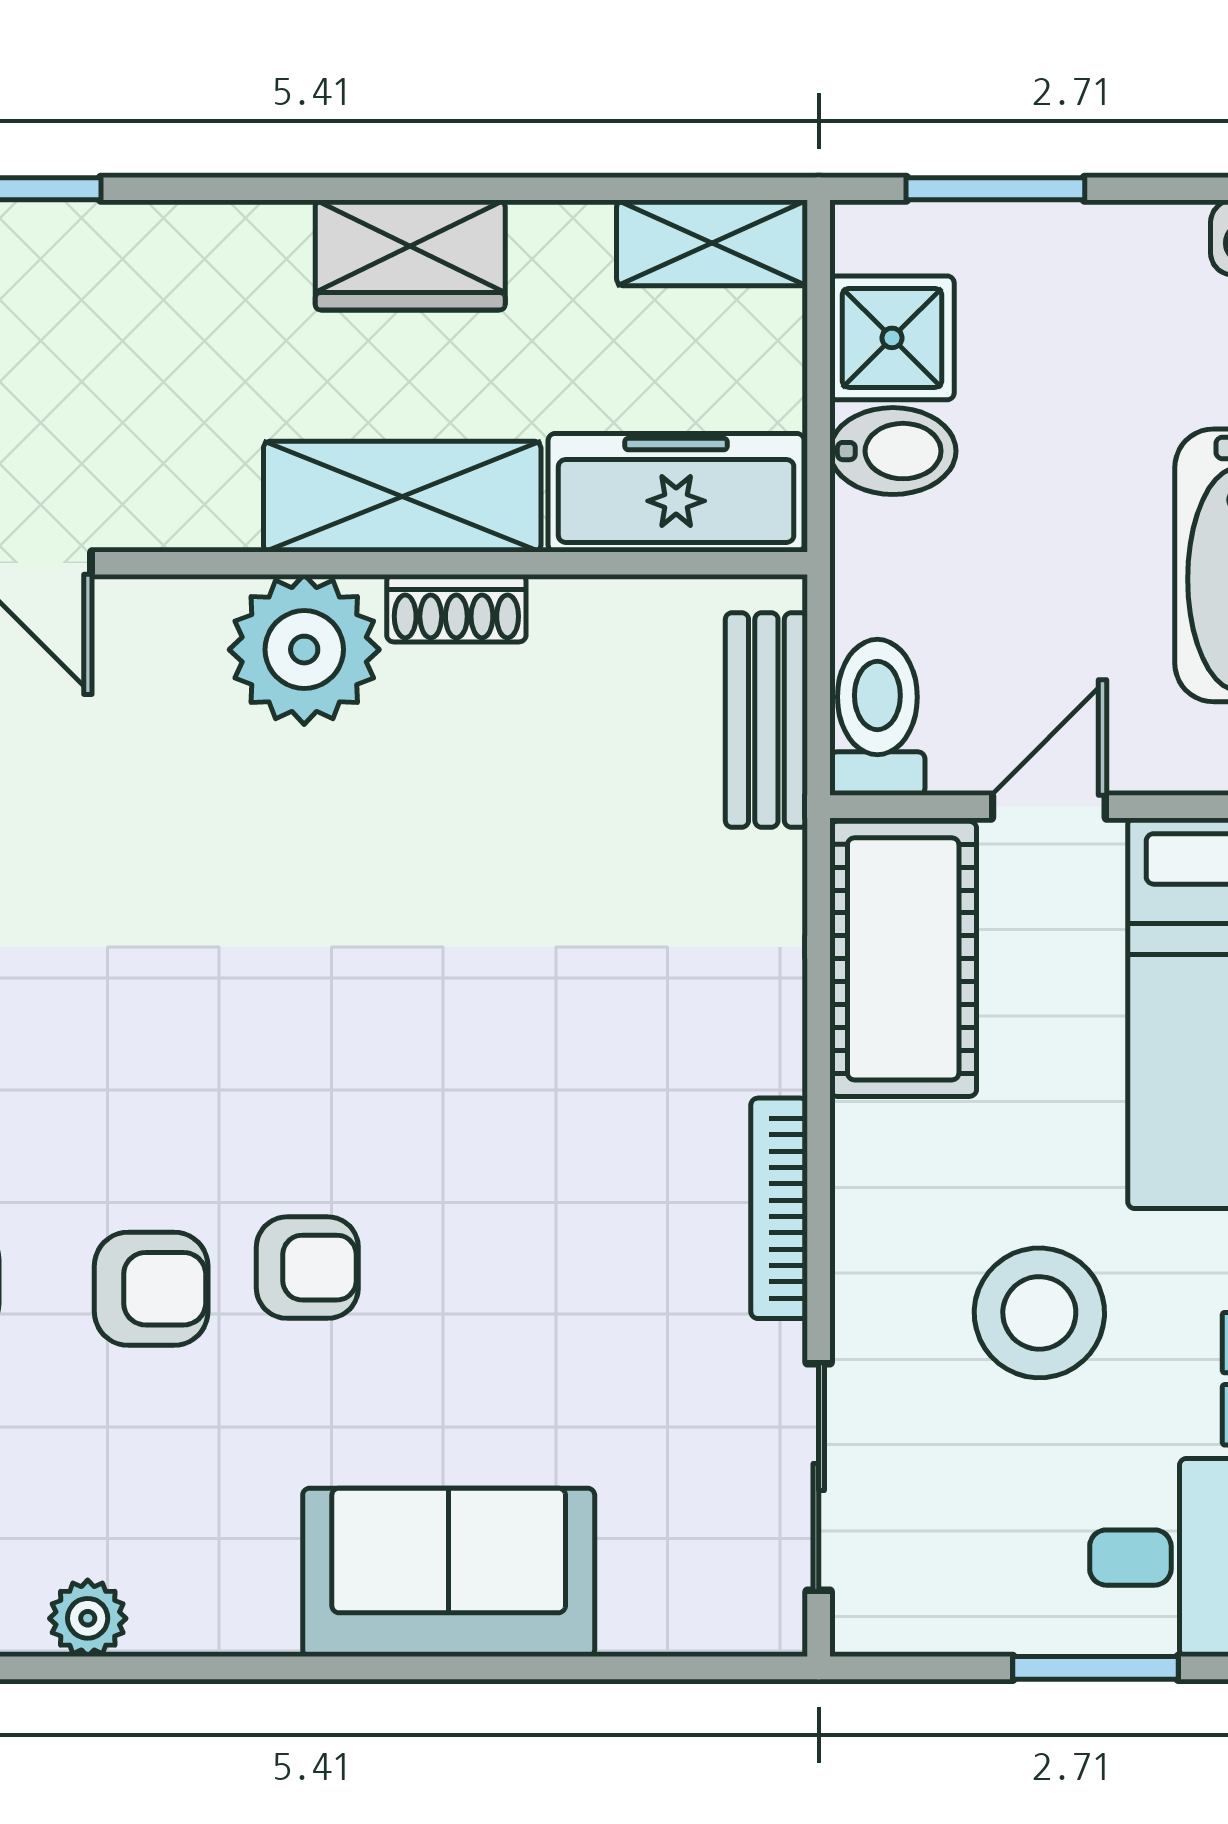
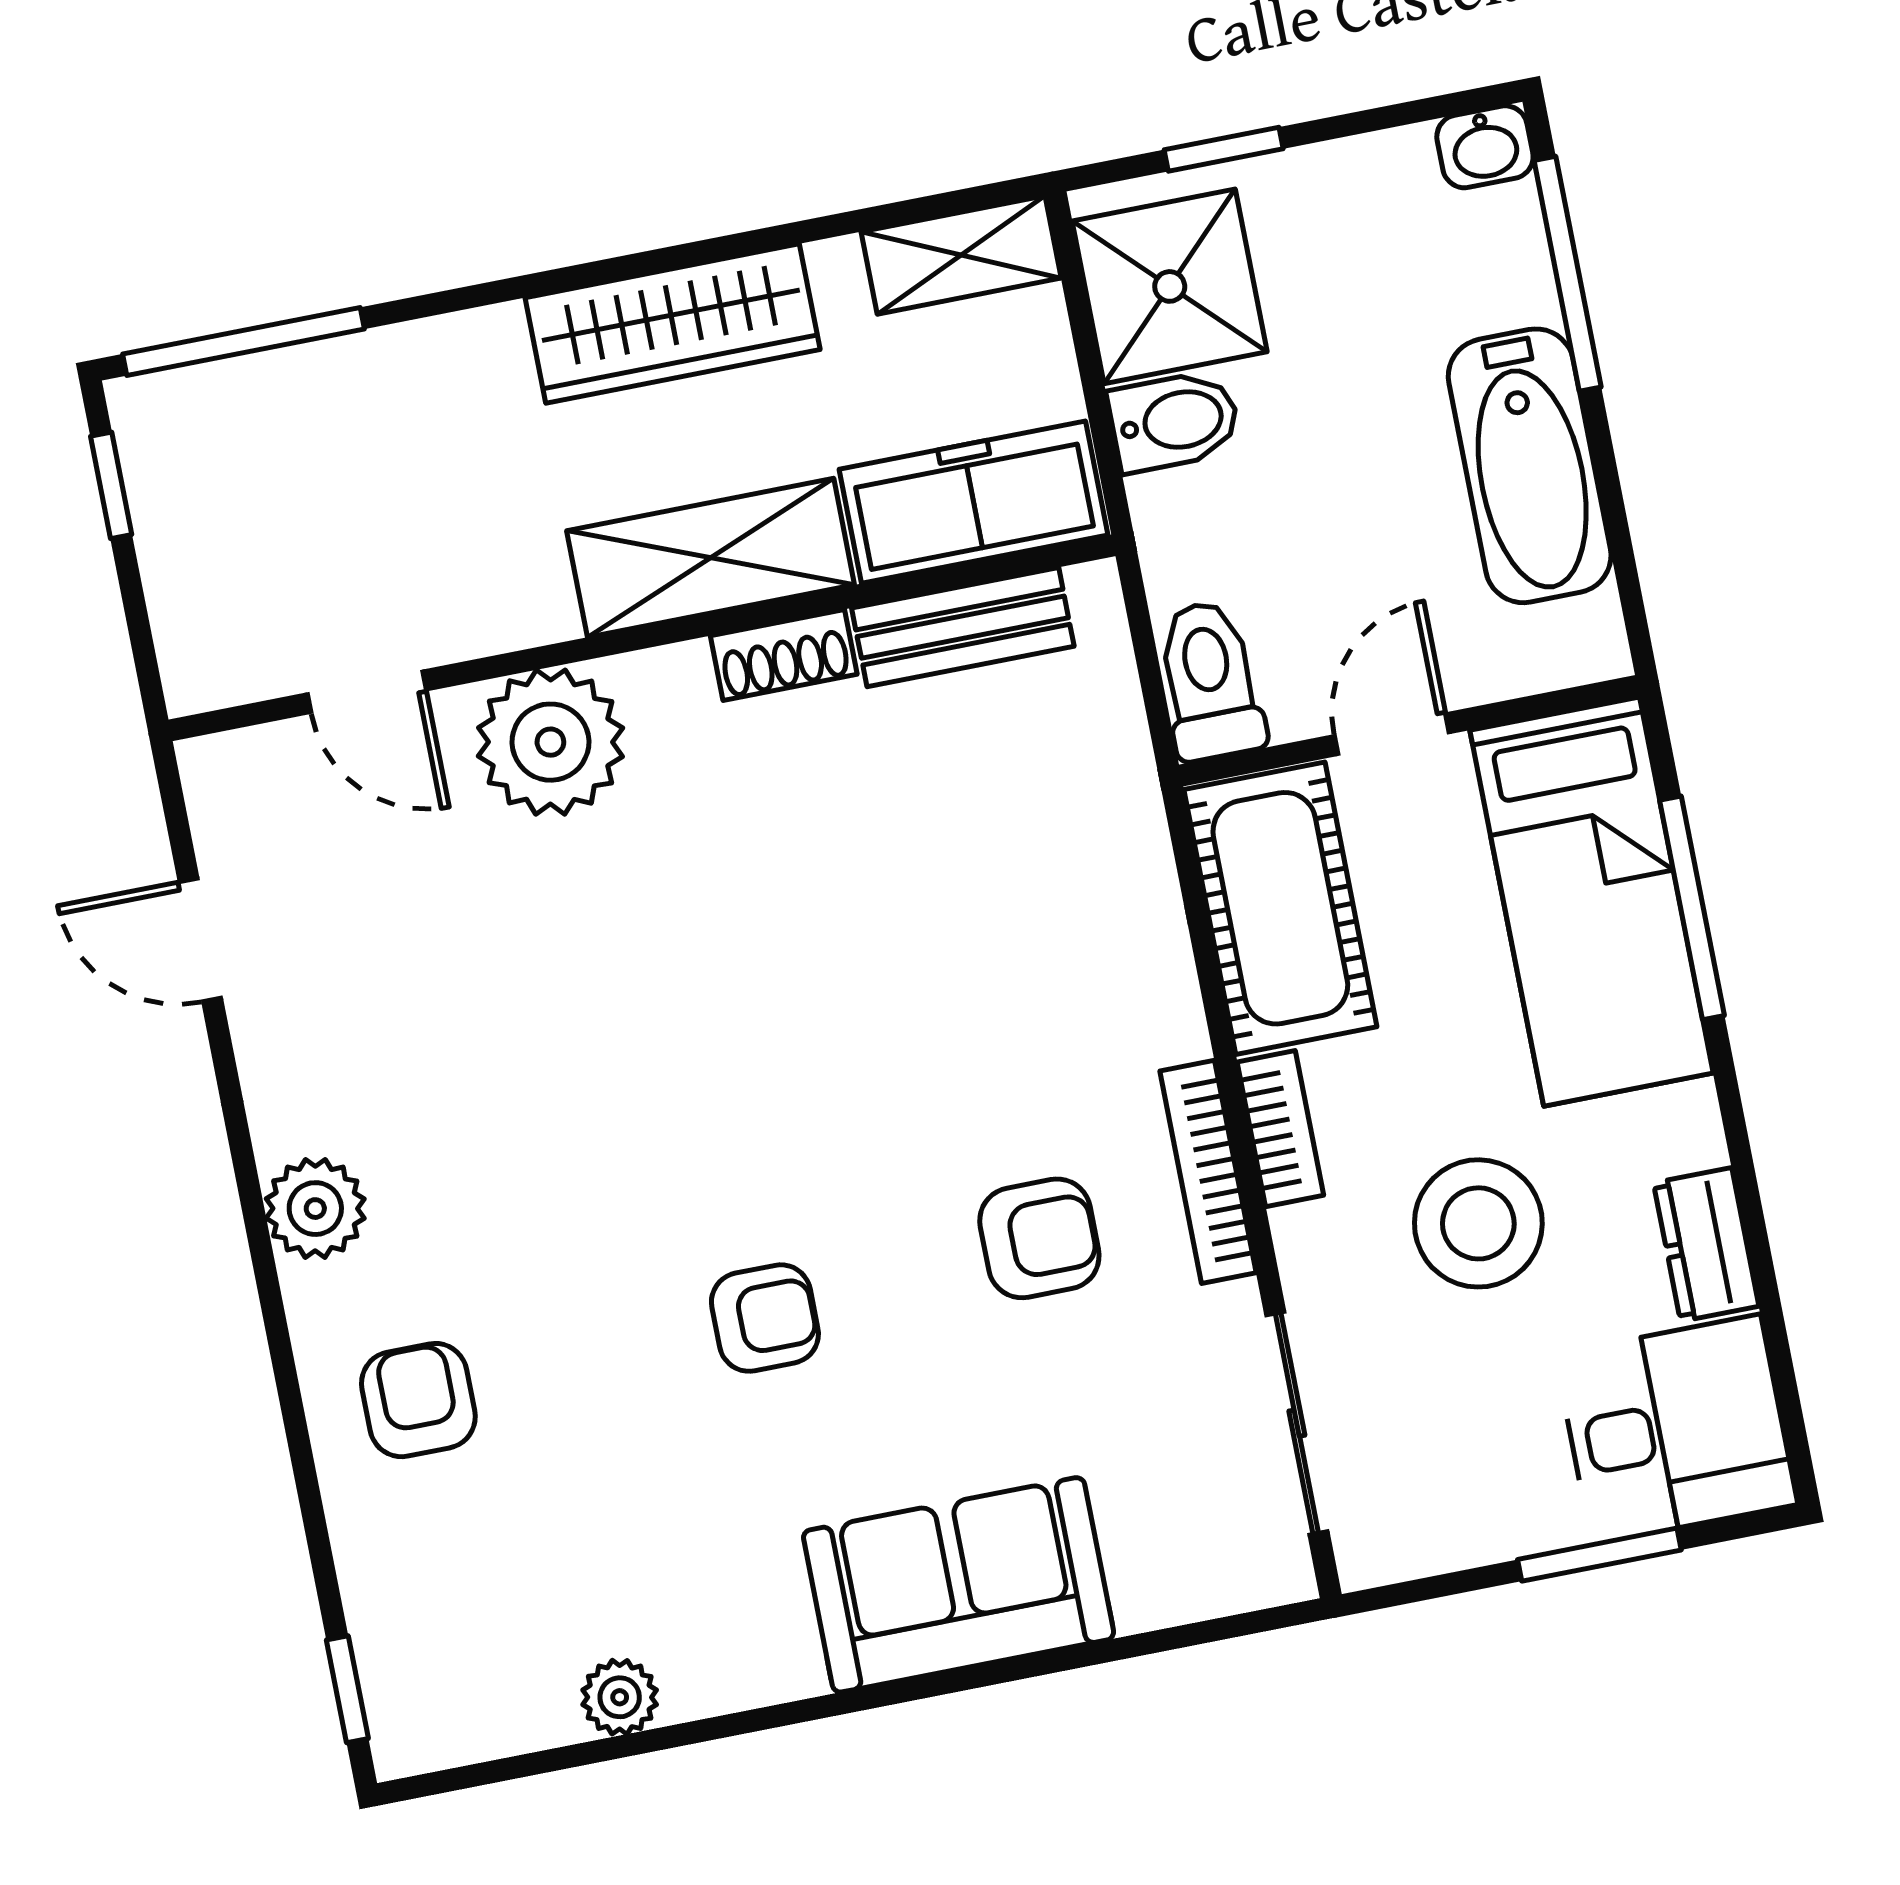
window: (995, 189) -> (1224, 149), width x0.67
wardrobe: (410, 255) -> (673, 324), width x1.50
shower: (892, 338) -> (1170, 286), width x1.36, depth x1.36
plant: (304, 650) -> (550, 742), moved
bench: (766, 720) -> (963, 627), moved, turned 90
bookcase: (860, 1179) -> (1280, 1129), added
armchair: (151, 1289) -> (1039, 1238), moved

